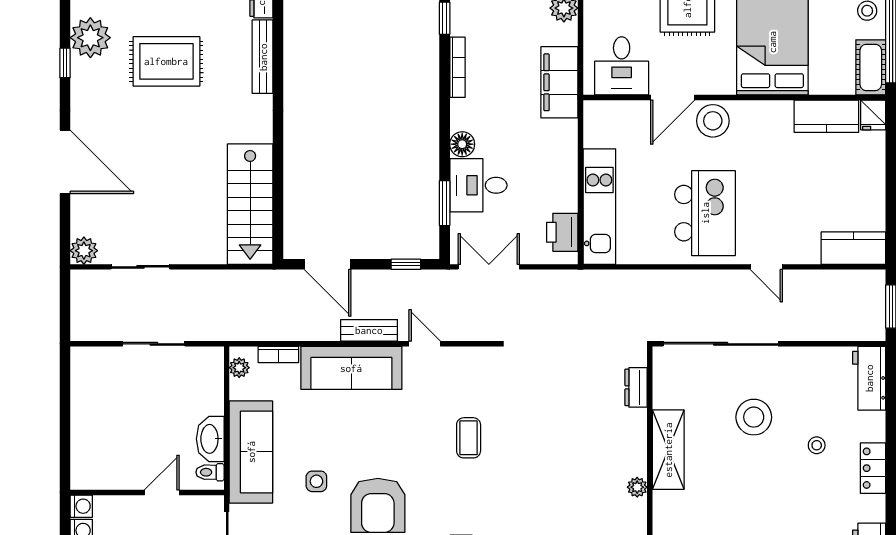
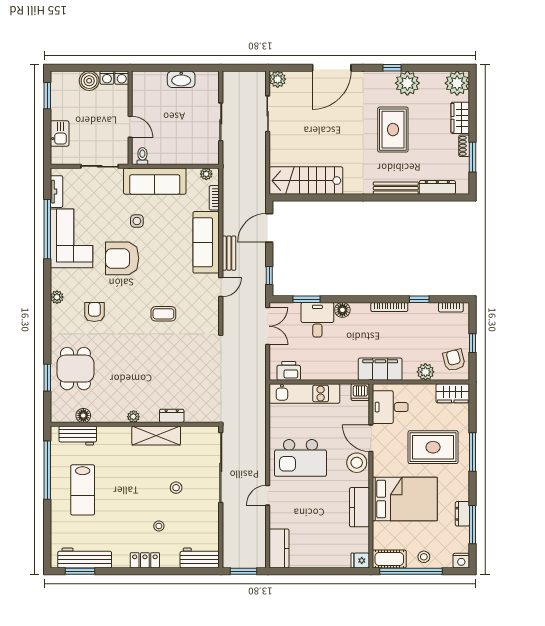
dishwasher: (597, 115) -> (360, 392), added
kitchen counter: (826, 116) -> (359, 507), moved
dresser: (636, 387) -> (172, 416), moved
stool: (754, 417) -> (176, 488), width x0.53, depth x0.53
washbasin: (210, 439) -> (181, 79), moved, turned 180

